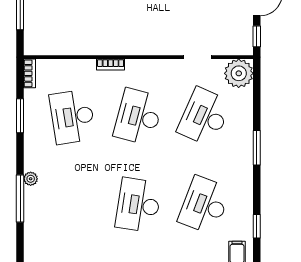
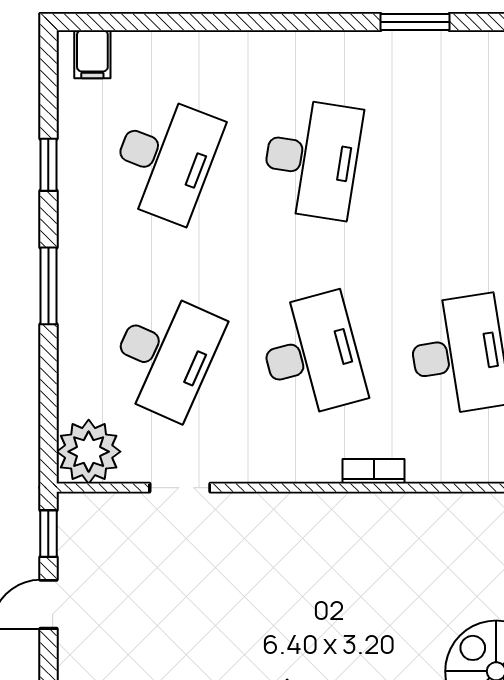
desk: (138, 117) -> (312, 355), turned -30
window: (257, 226) -> (48, 165), moved

